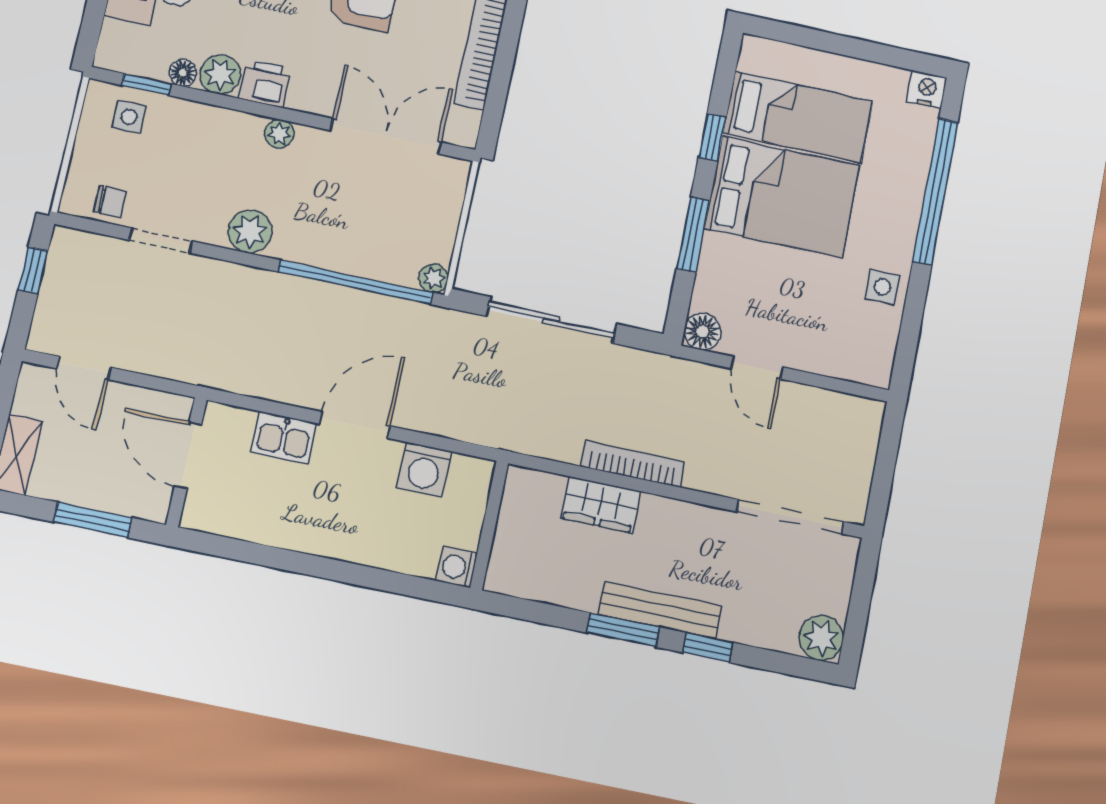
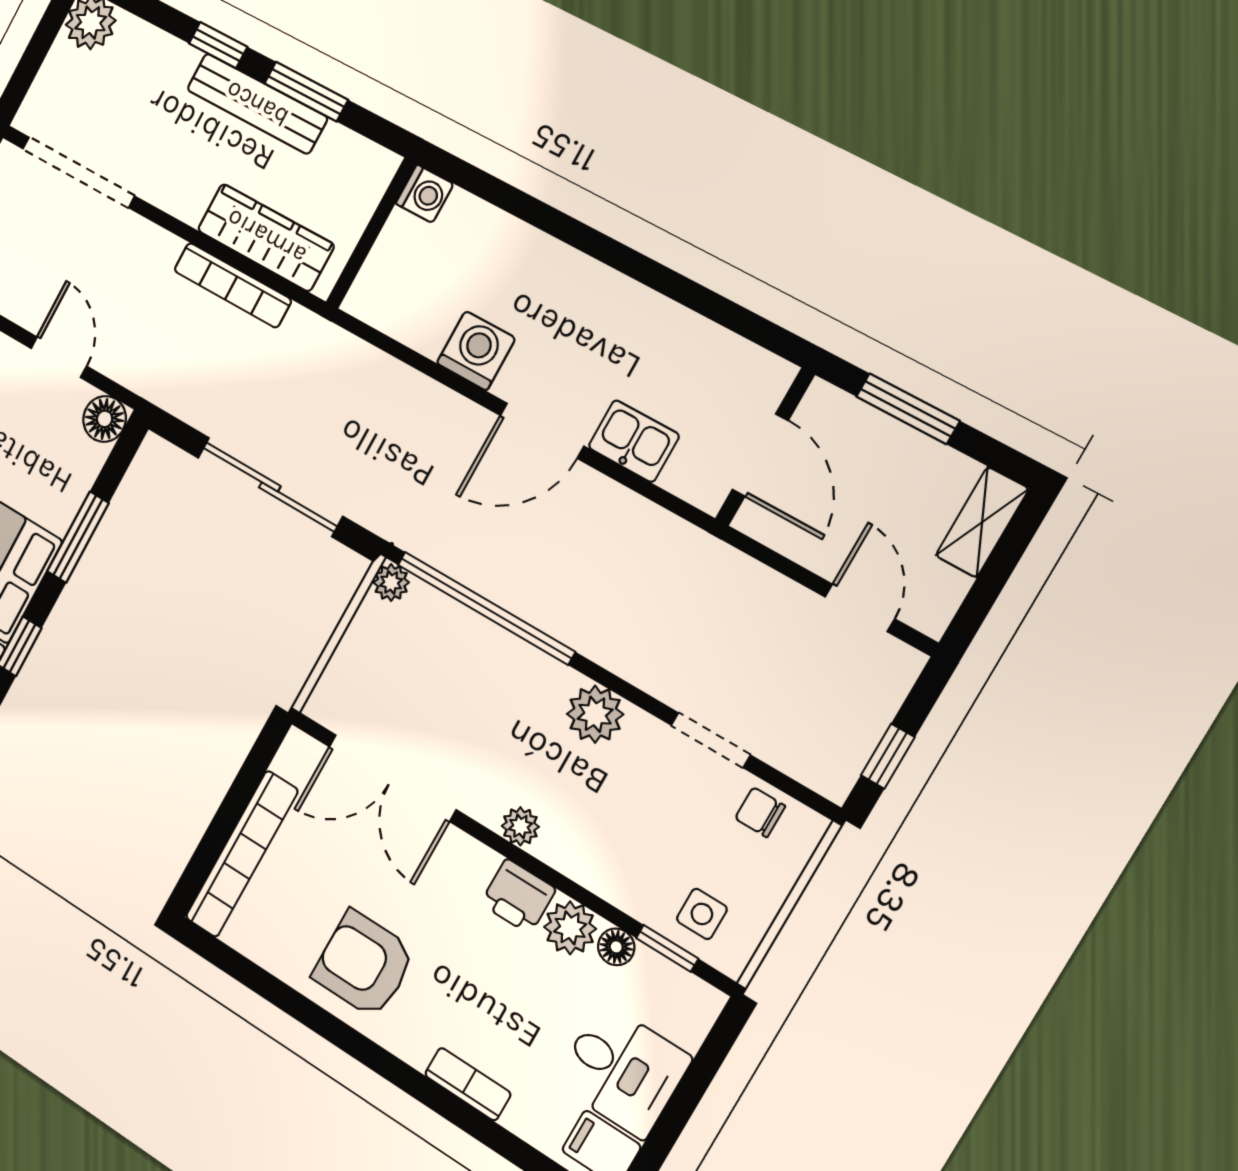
wardrobe: (600, 505) -> (266, 237), width x1.50
wall: (489, 525) -> (371, 233), moved
washing machine: (457, 567) -> (425, 194), moved

